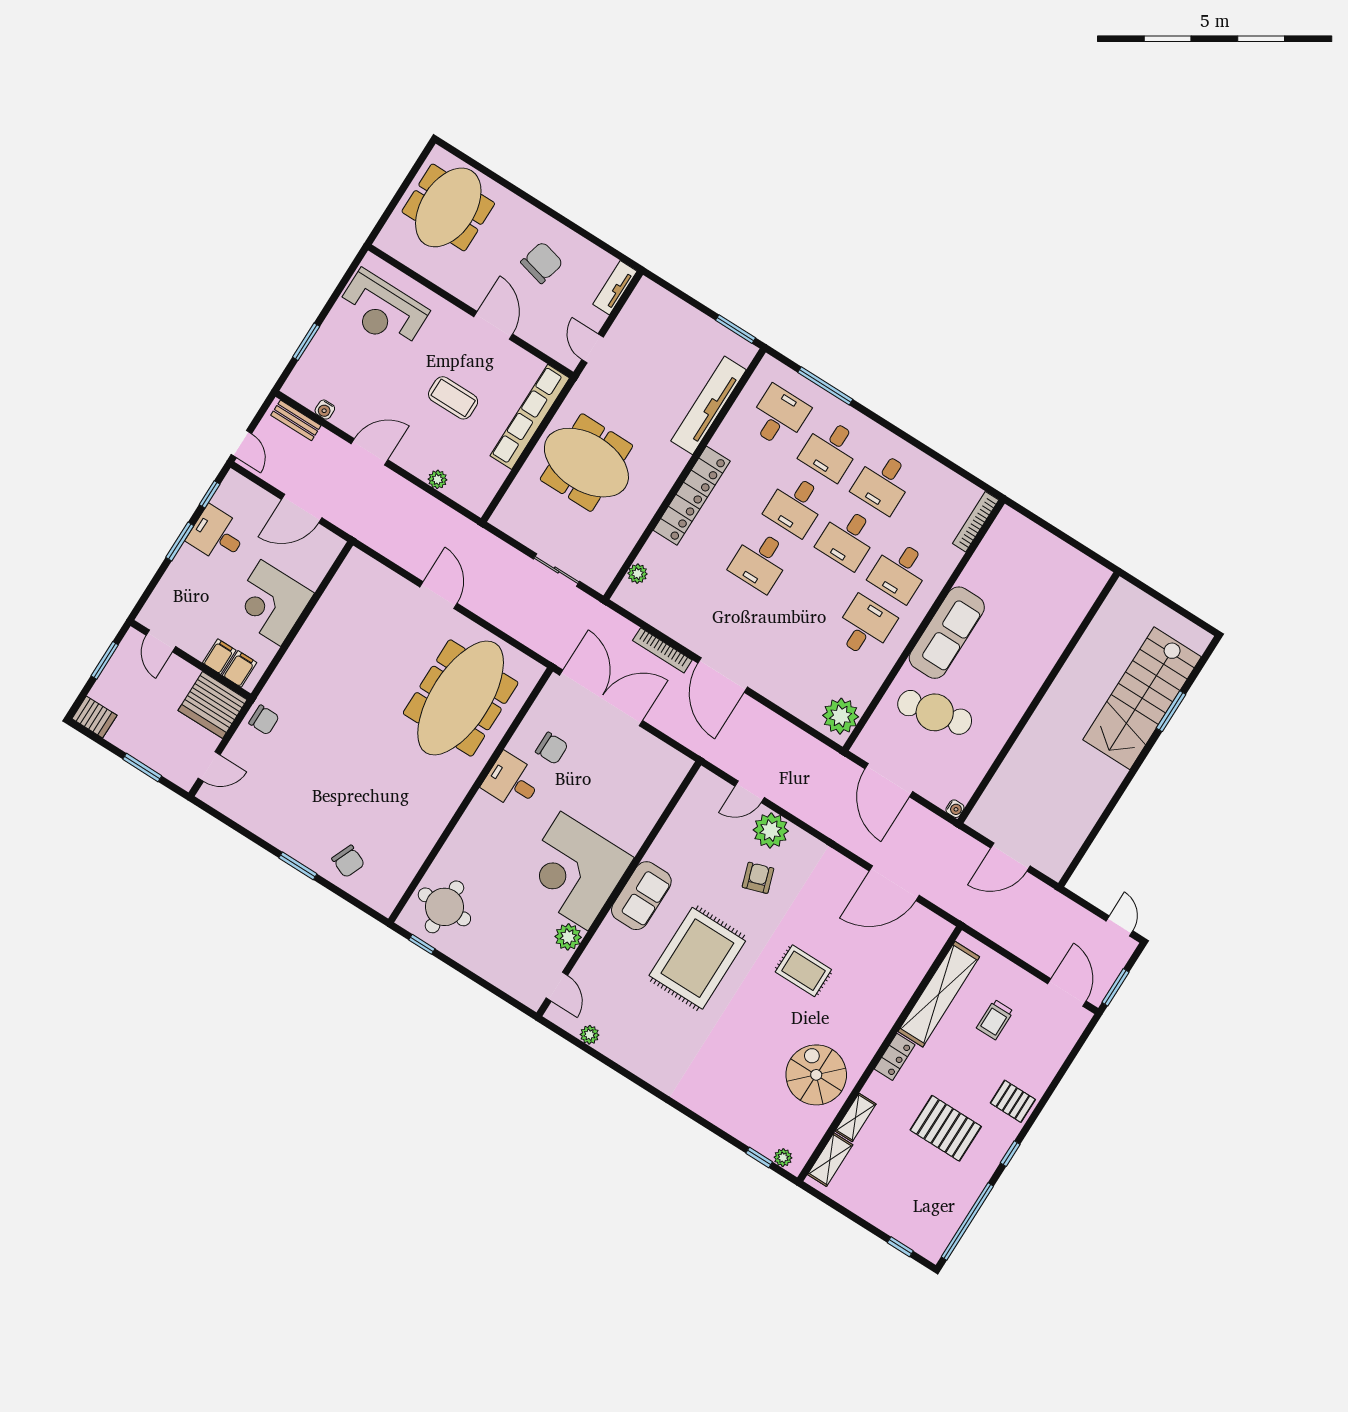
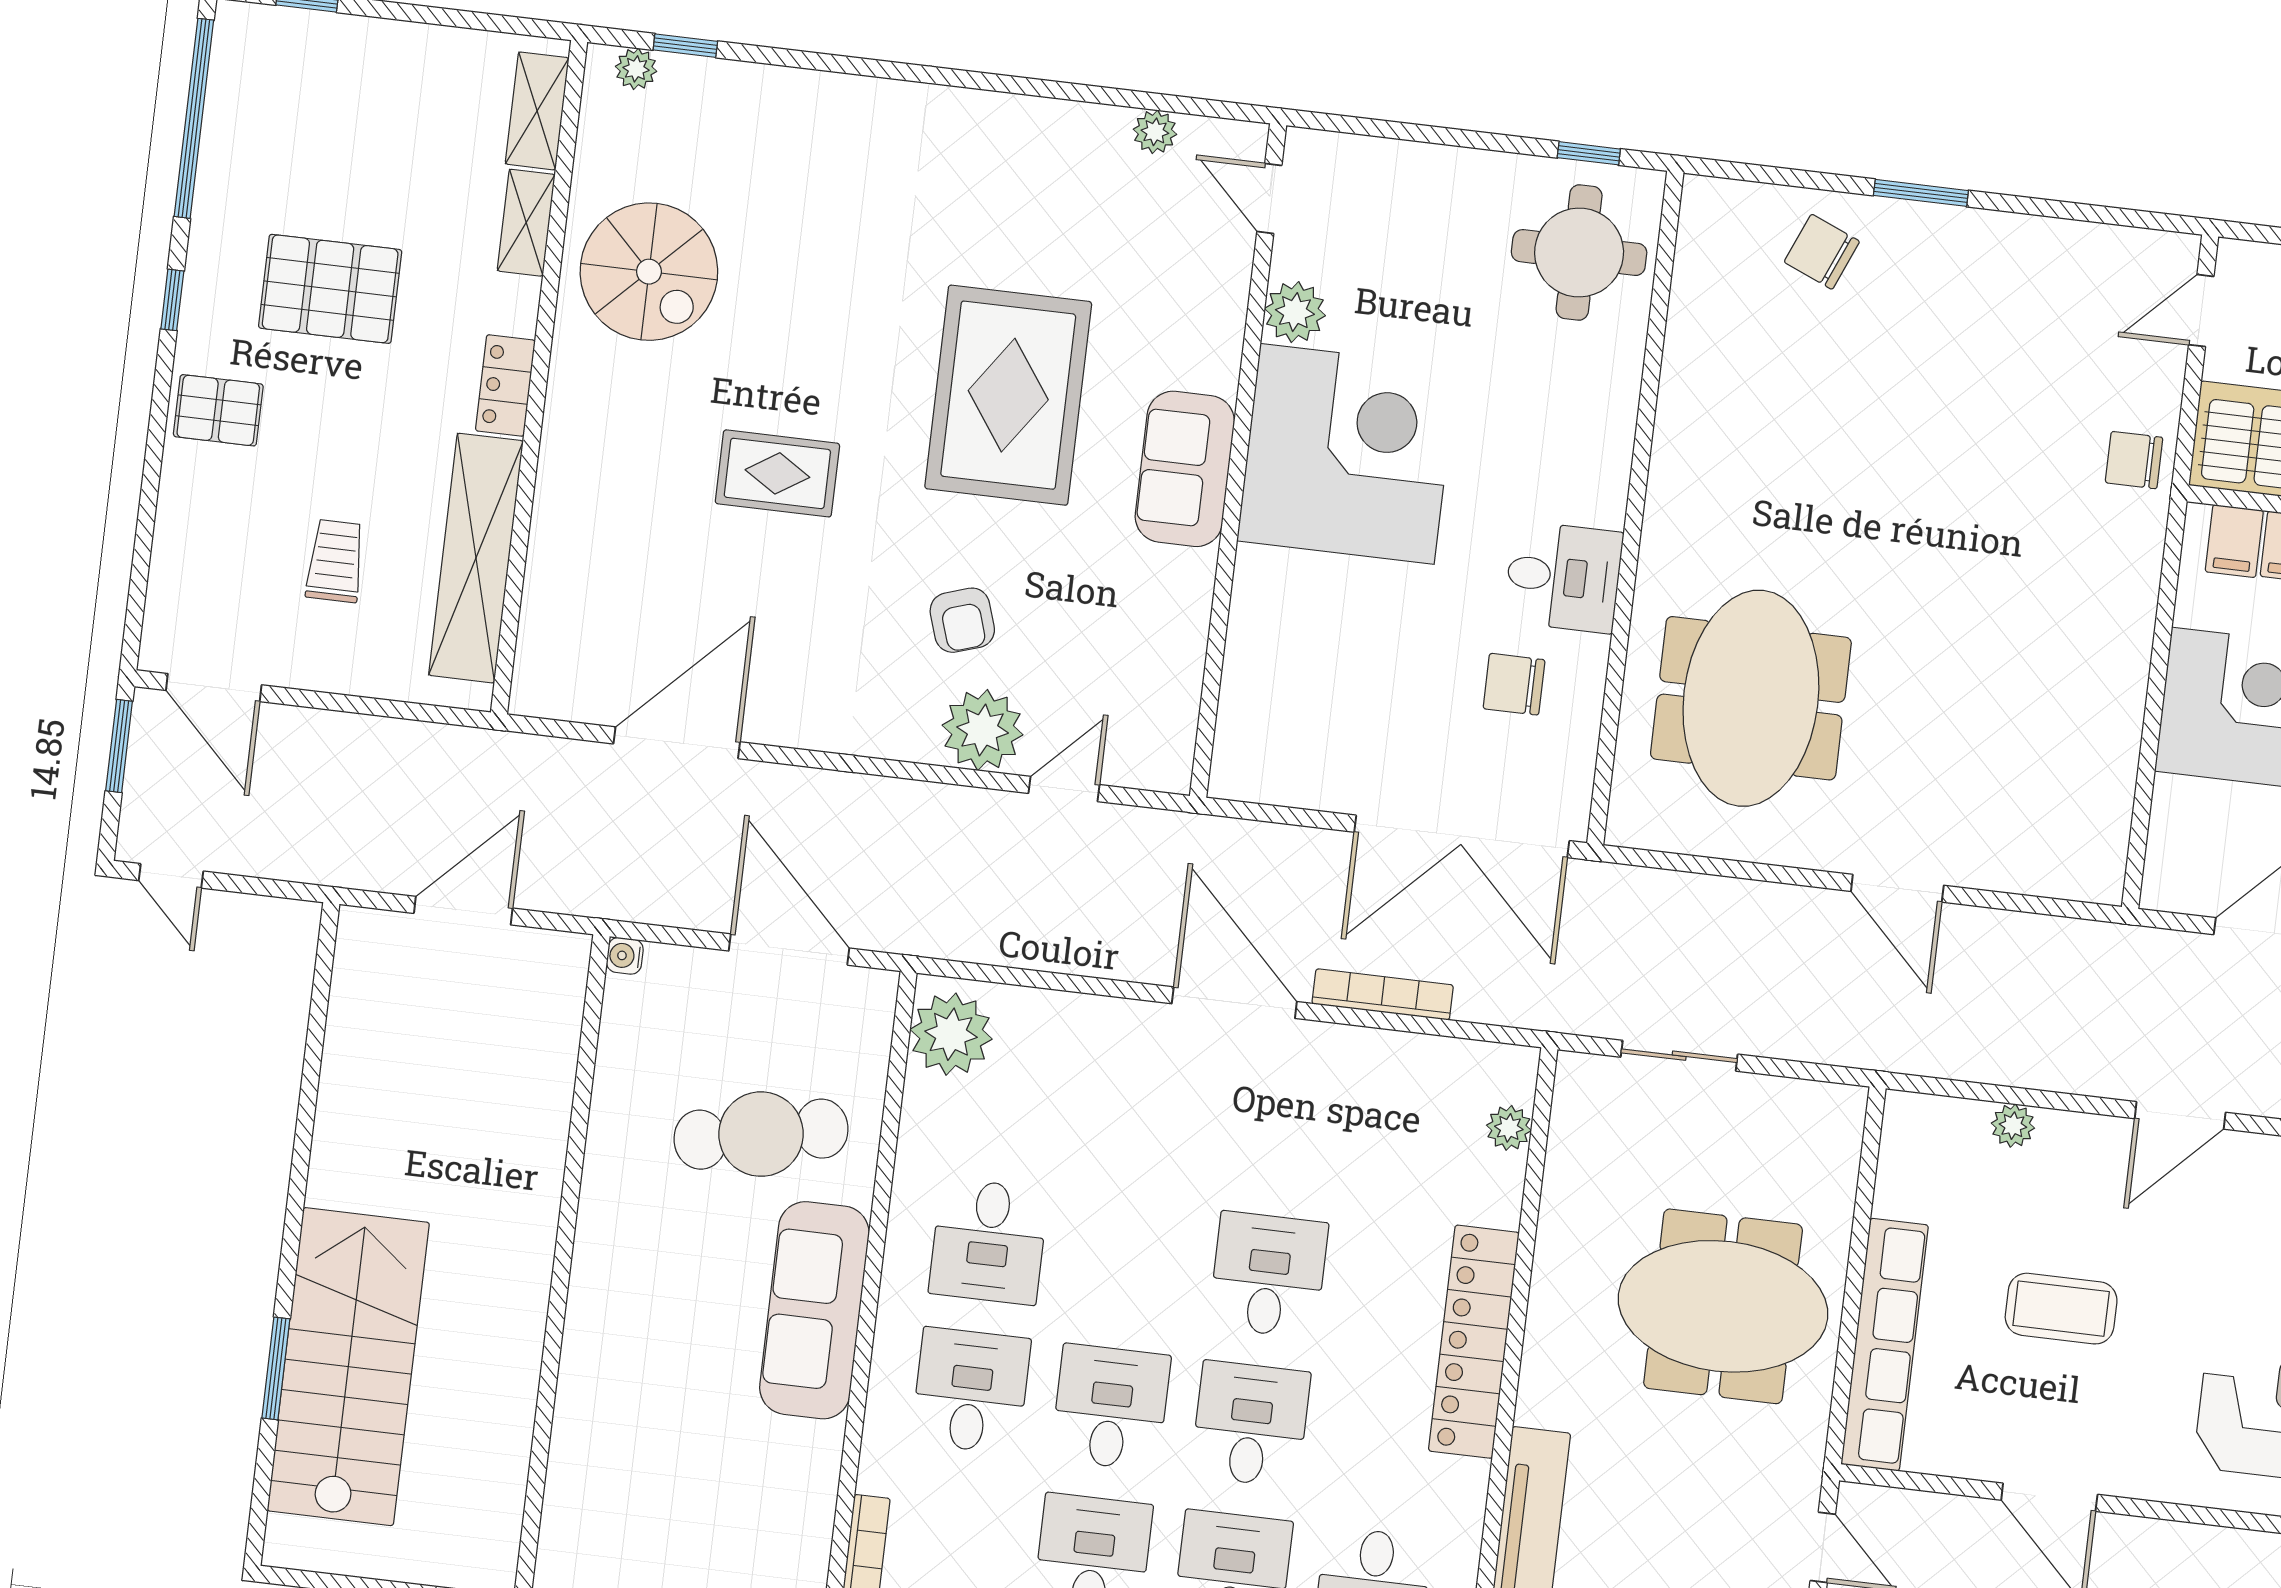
meeting table: (461, 698) -> (1751, 698), width x0.73

